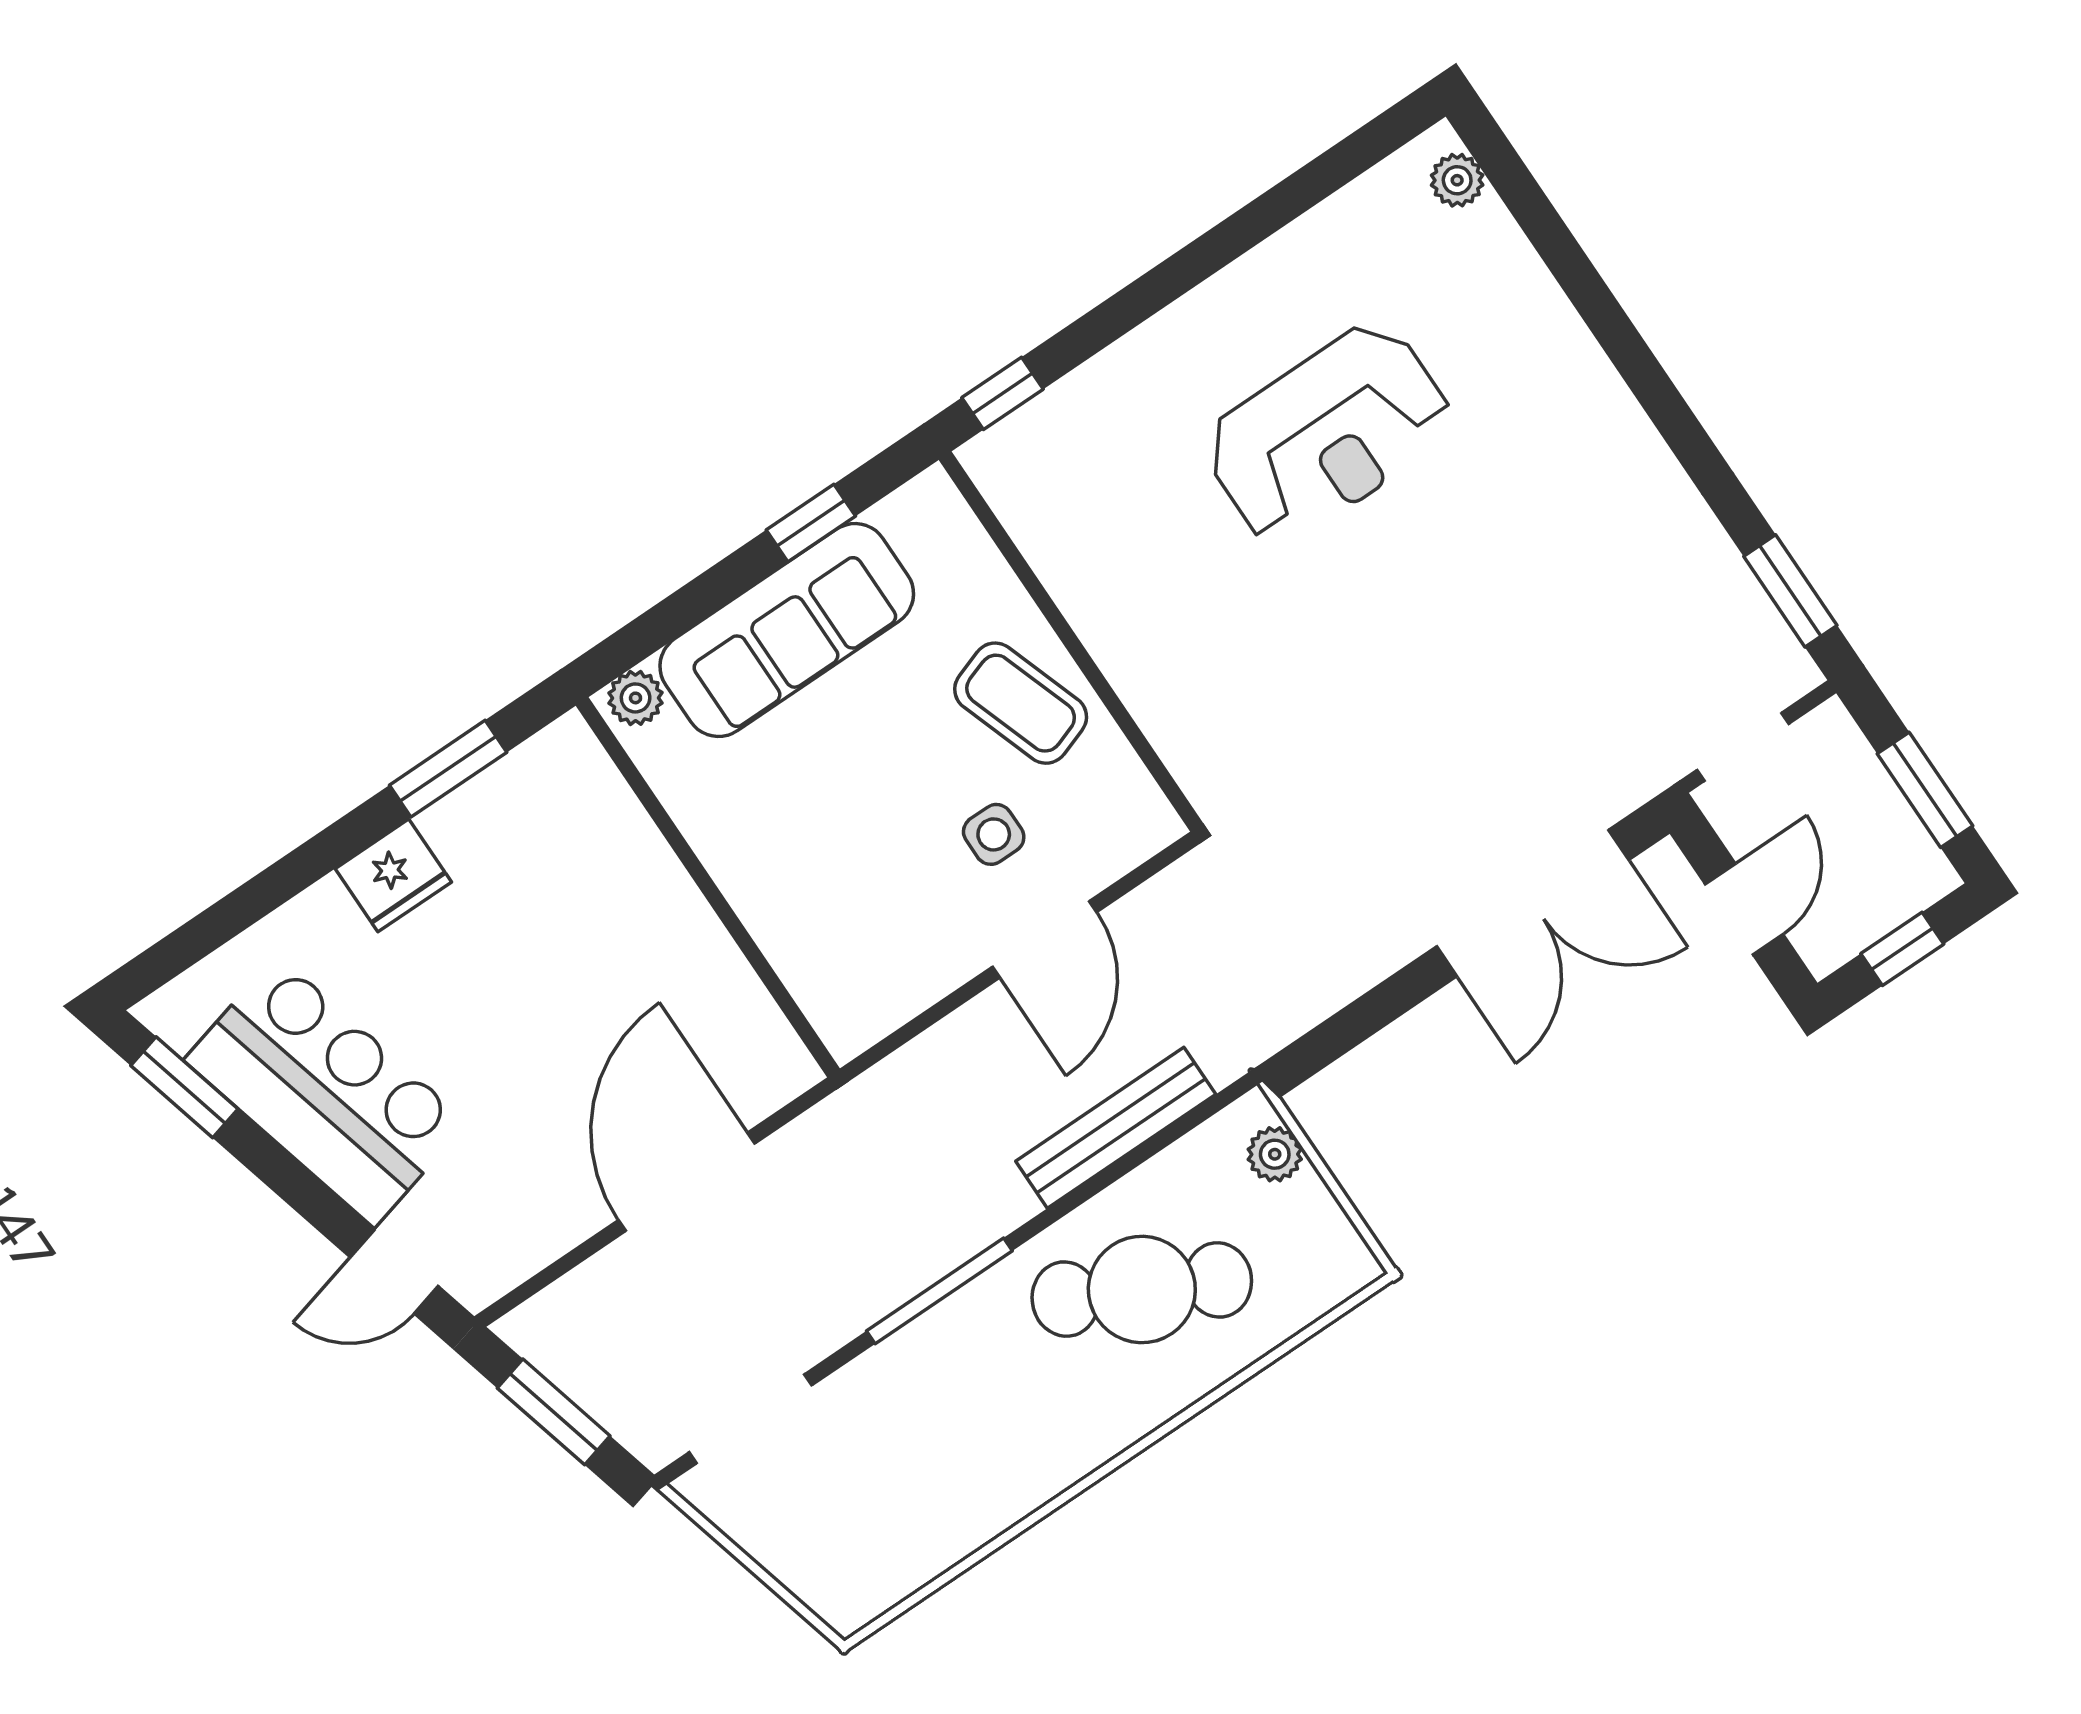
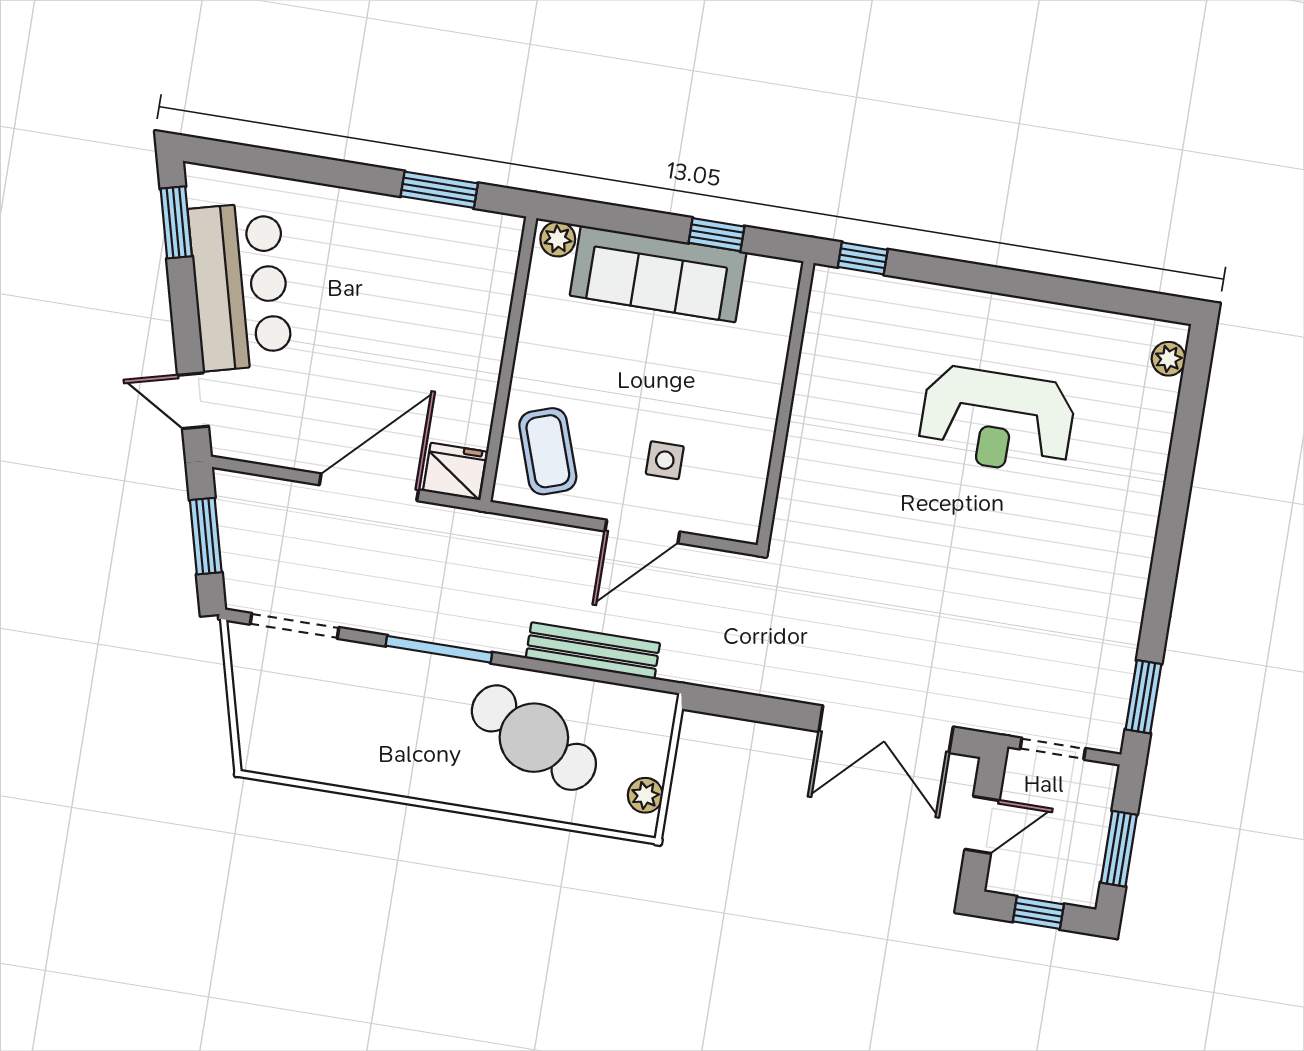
coffee table: (1021, 703) -> (548, 451), moved
fridge: (393, 875) -> (455, 471), moved, turned 180
plant: (1275, 1154) -> (645, 795), moved

